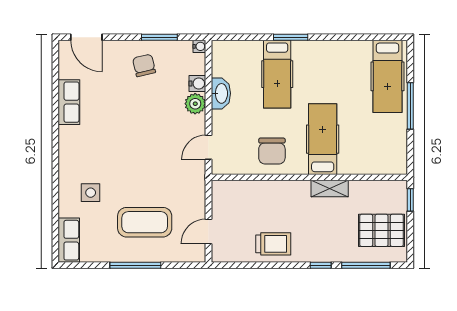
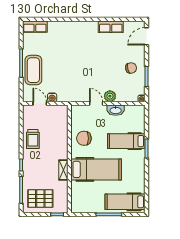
water cooler: (197, 84) -> (52, 97), moved
hospital bed: (323, 139) -> (96, 169), width x1.37, depth x1.29
door: (209, 147) -> (96, 103), moved
side table: (91, 193) -> (61, 39), removed
coffee table: (145, 222) -> (33, 70), moved
pallet: (381, 230) -> (40, 198), turned 90

